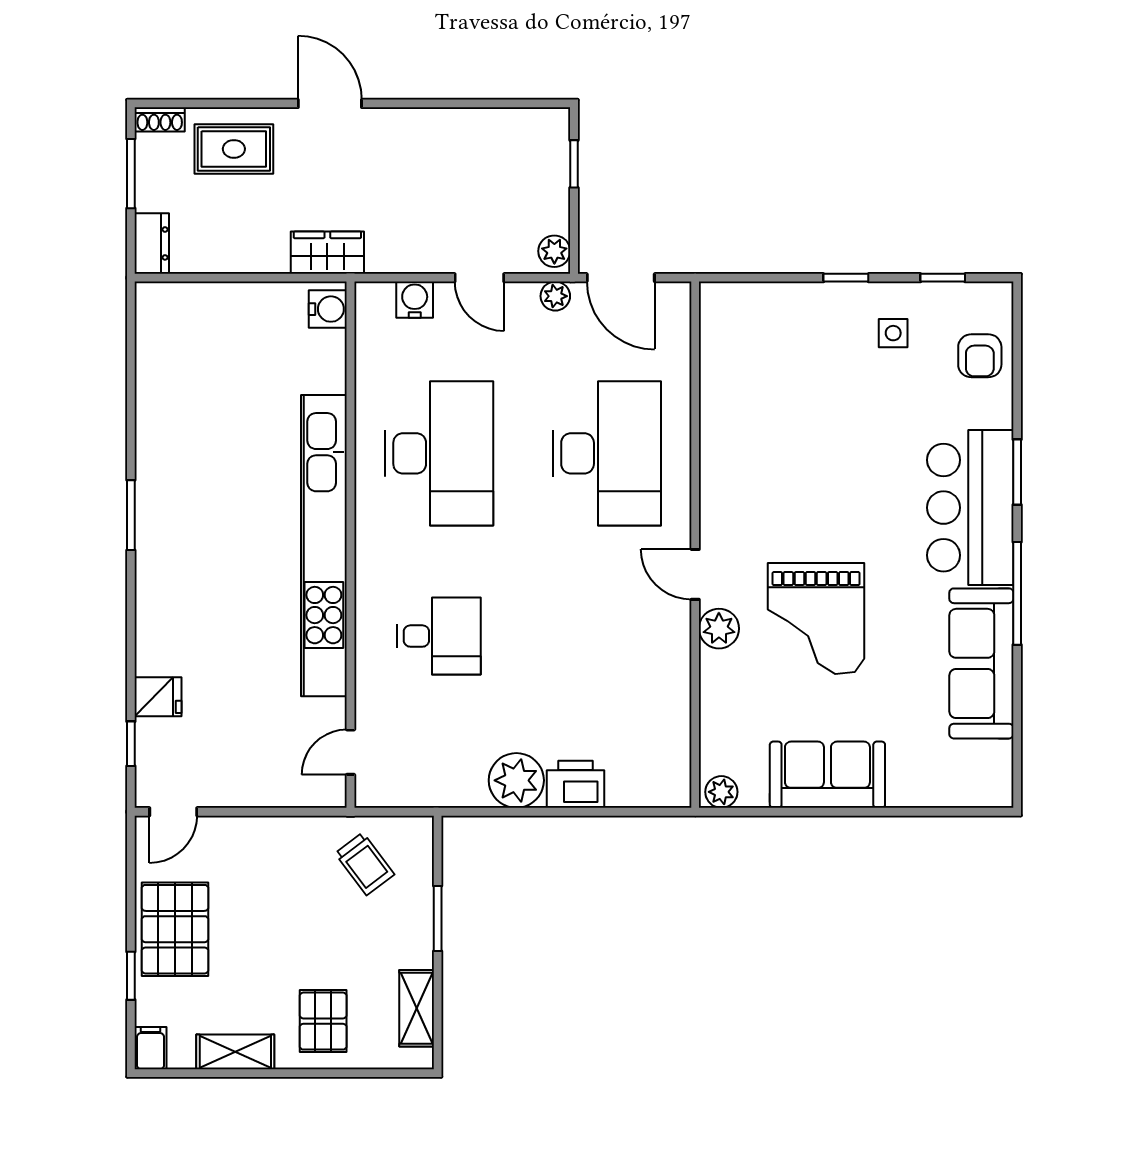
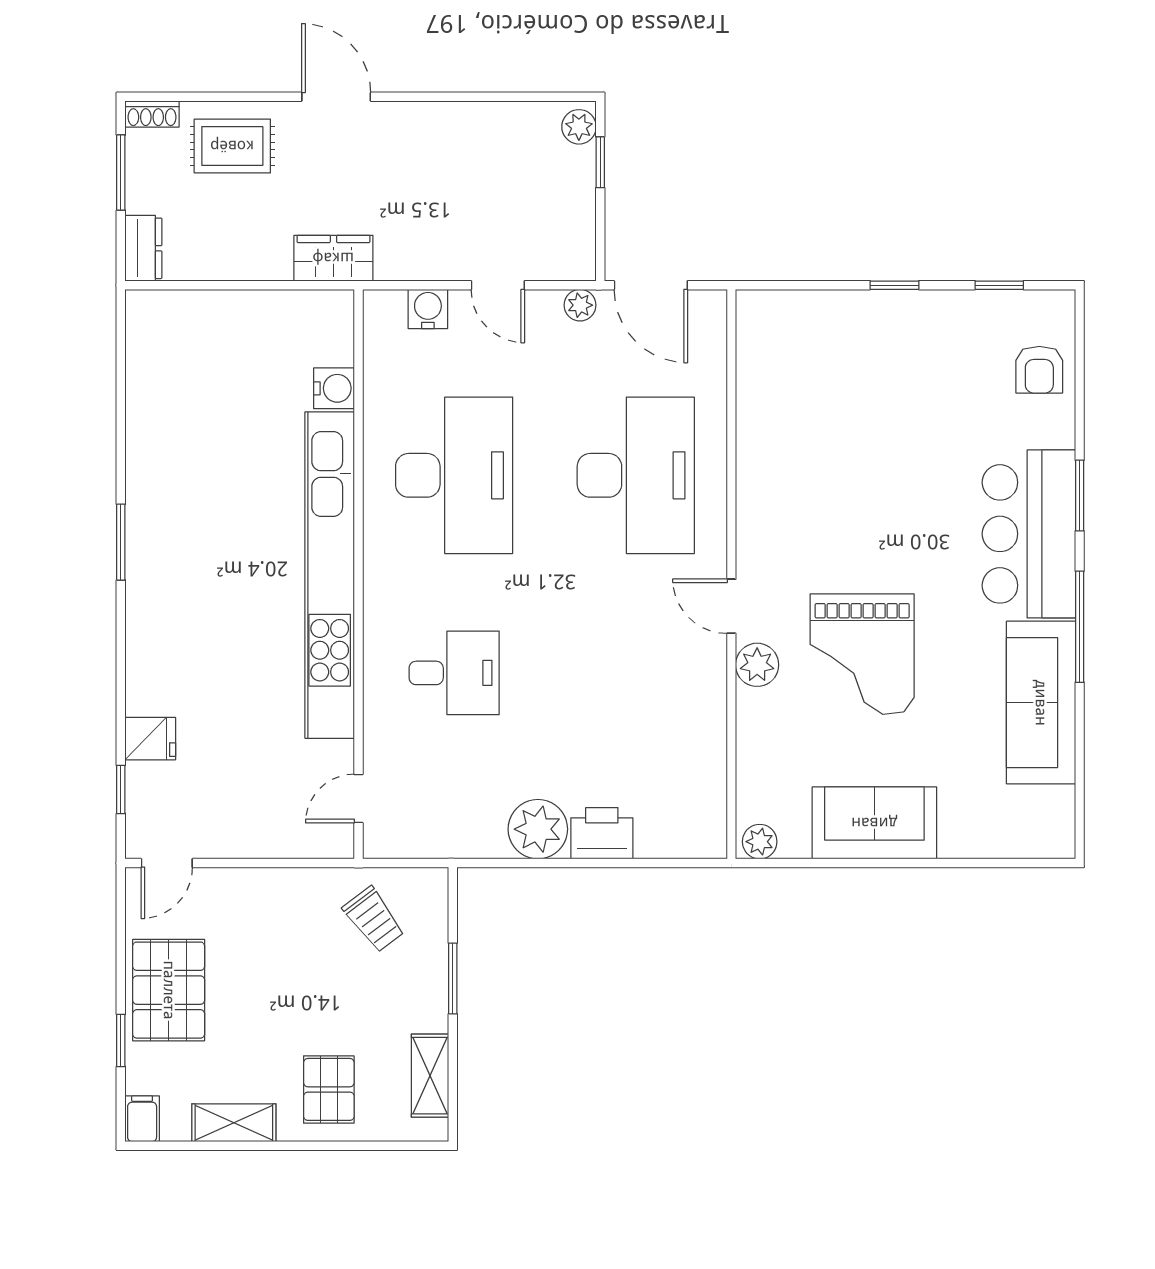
plant: (554, 251) -> (579, 127), moved
water cooler: (328, 309) -> (334, 388), moved
side table: (893, 333) -> (946, 345), removed

